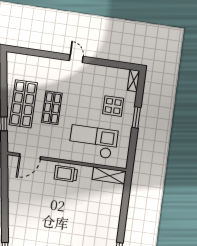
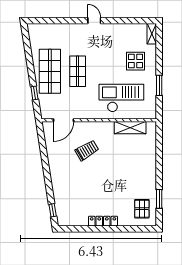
window: (136, 117) -> (159, 85), moved
trolley: (66, 174) -> (87, 150), moved, turned 149
shelving: (109, 175) -> (130, 128), moved

